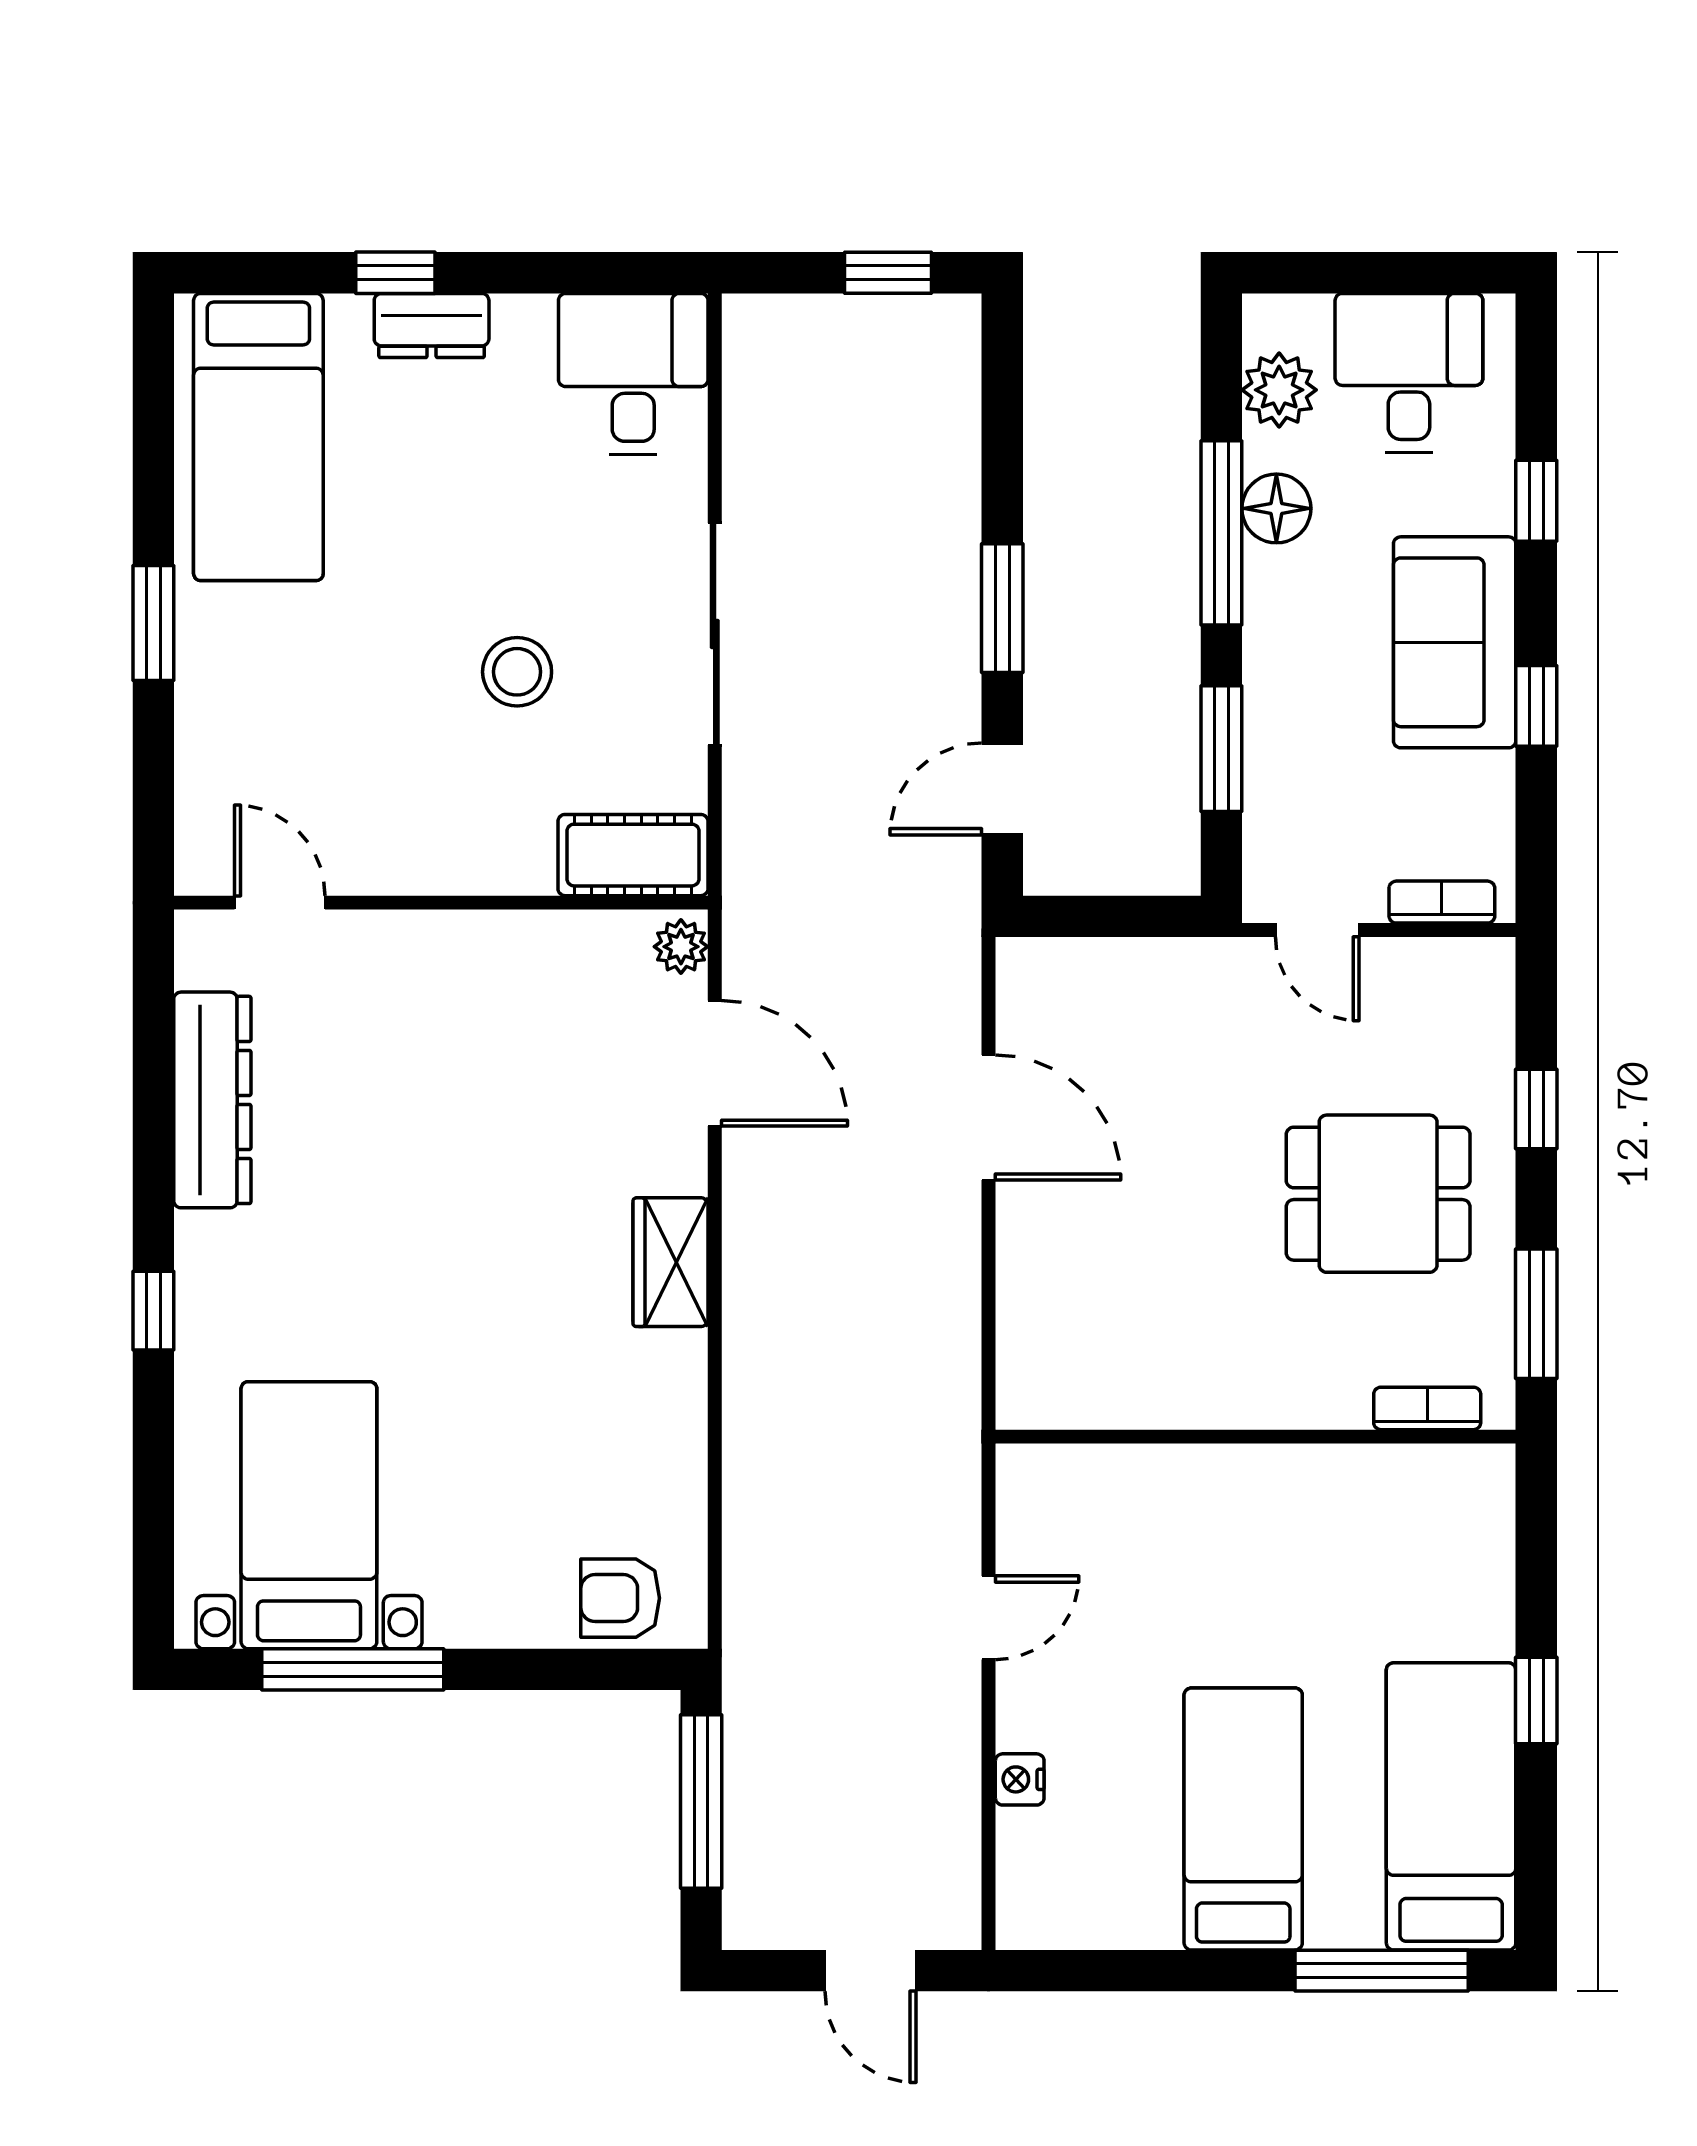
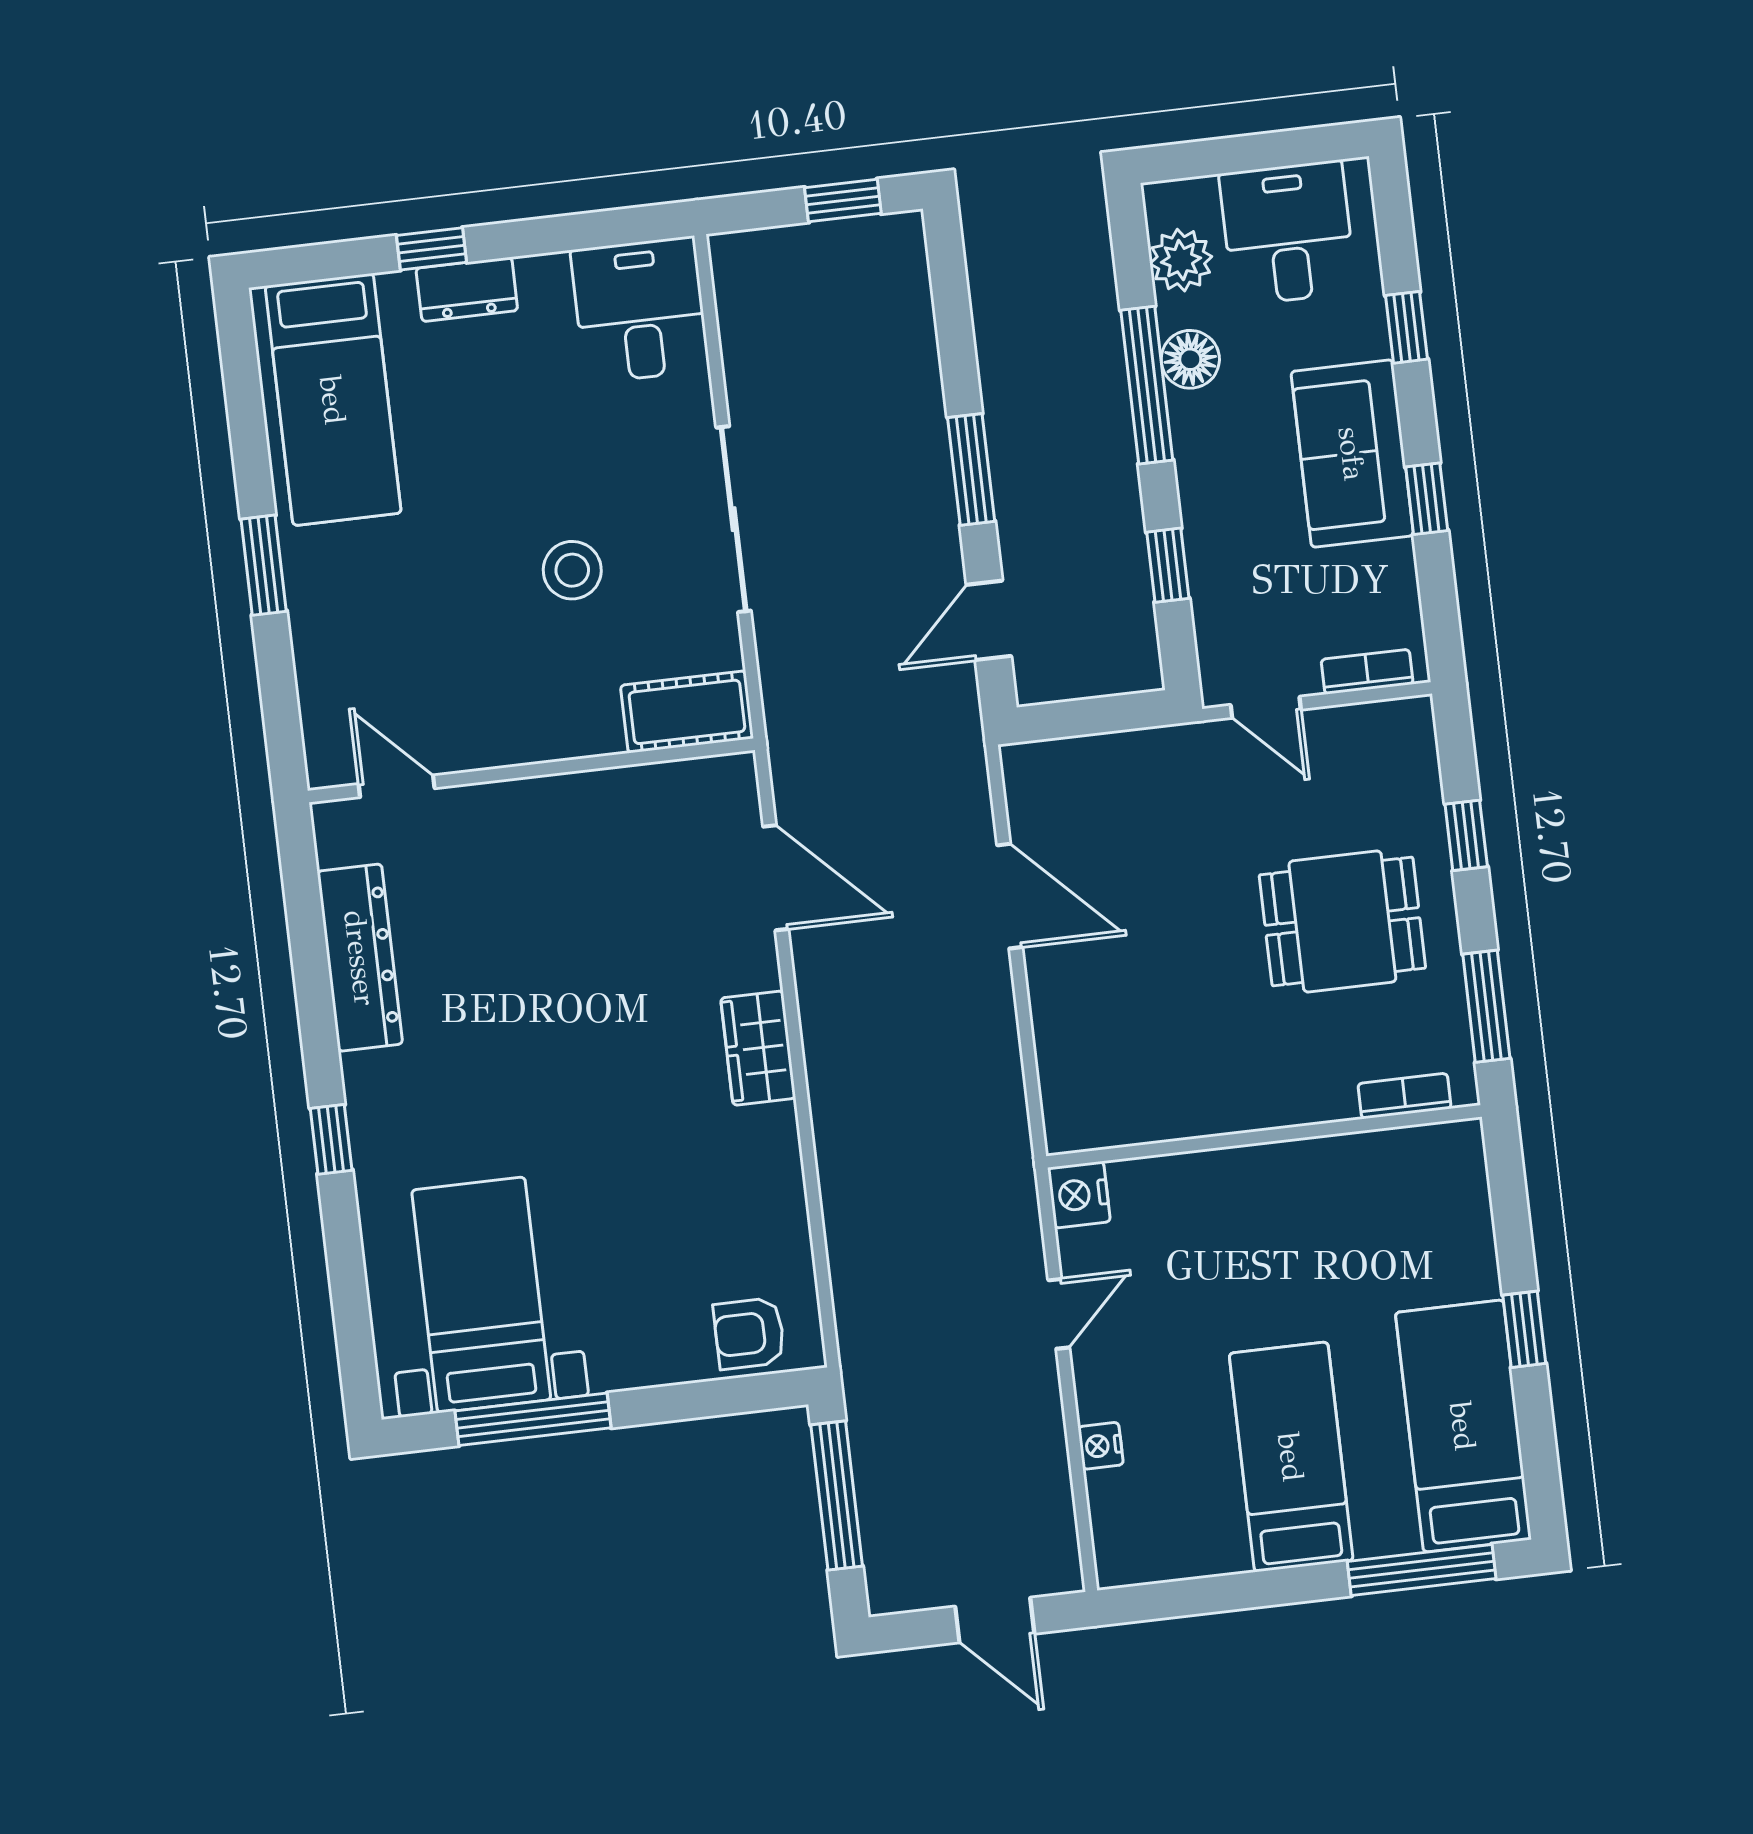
window: (1221, 749) -> (1168, 565), width x0.67
plant: (681, 947) -> (736, 784), removed
nightstand: (1029, 1480) -> (1079, 1195), added

